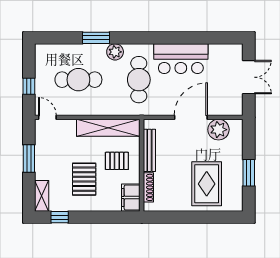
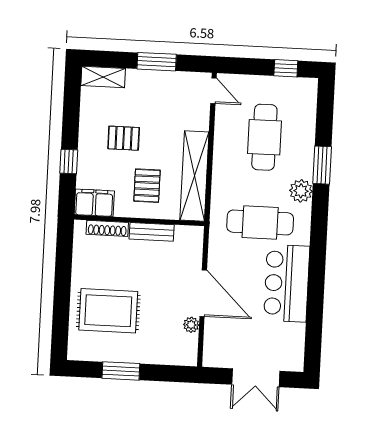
window: (29, 86) -> (286, 68), moved
door: (47, 117) -> (213, 91), hinge flipped
plant: (218, 130) -> (191, 325), width x0.53, depth x0.53
bench: (149, 150) -> (152, 232), width x0.73
pallet: (84, 179) -> (124, 138), width x0.67, depth x0.71
window: (60, 217) -> (69, 162), moved

